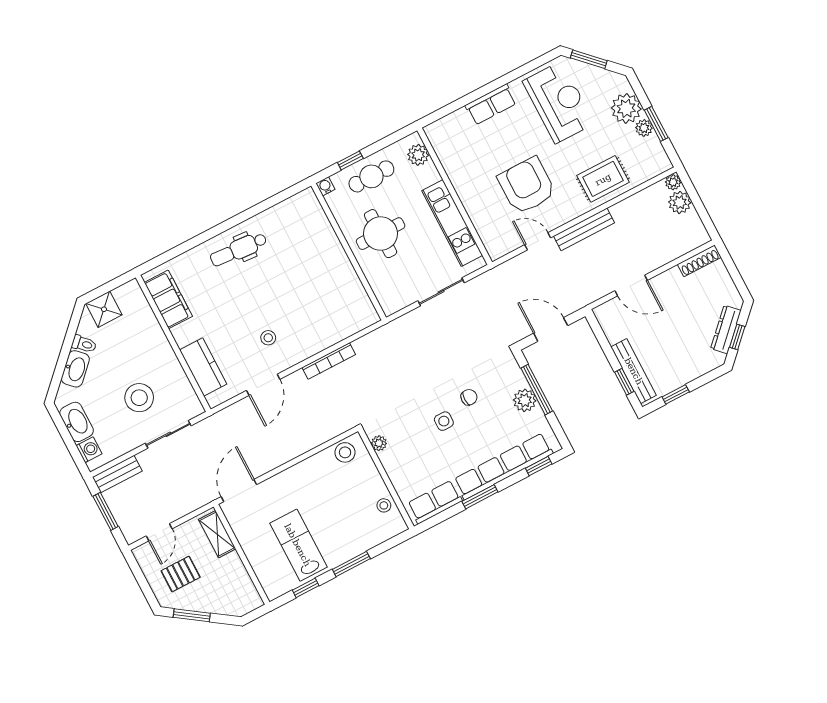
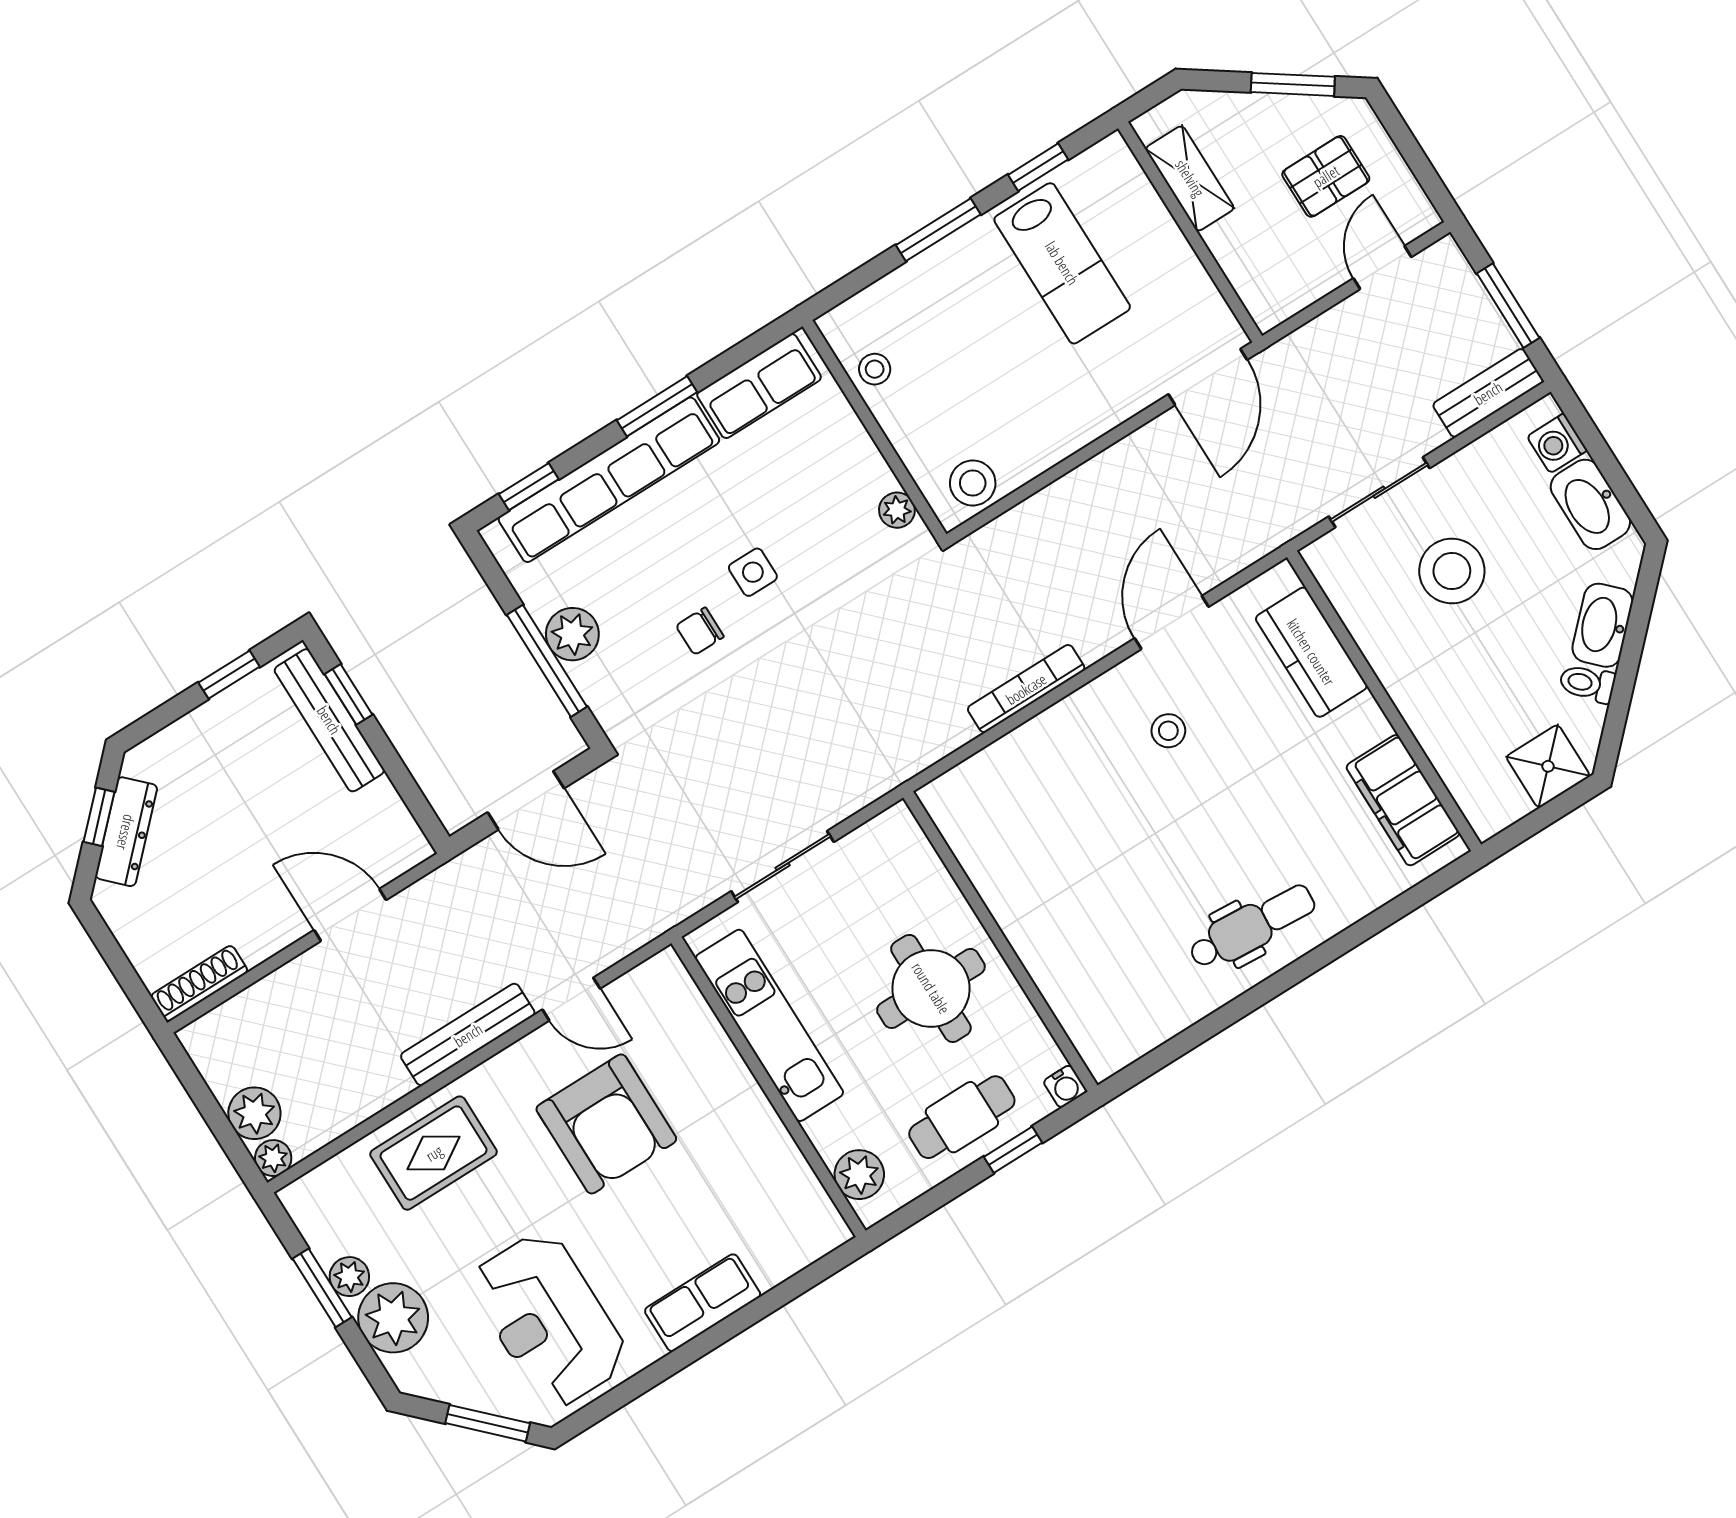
shelving: (217, 534) -> (1190, 178), moved

